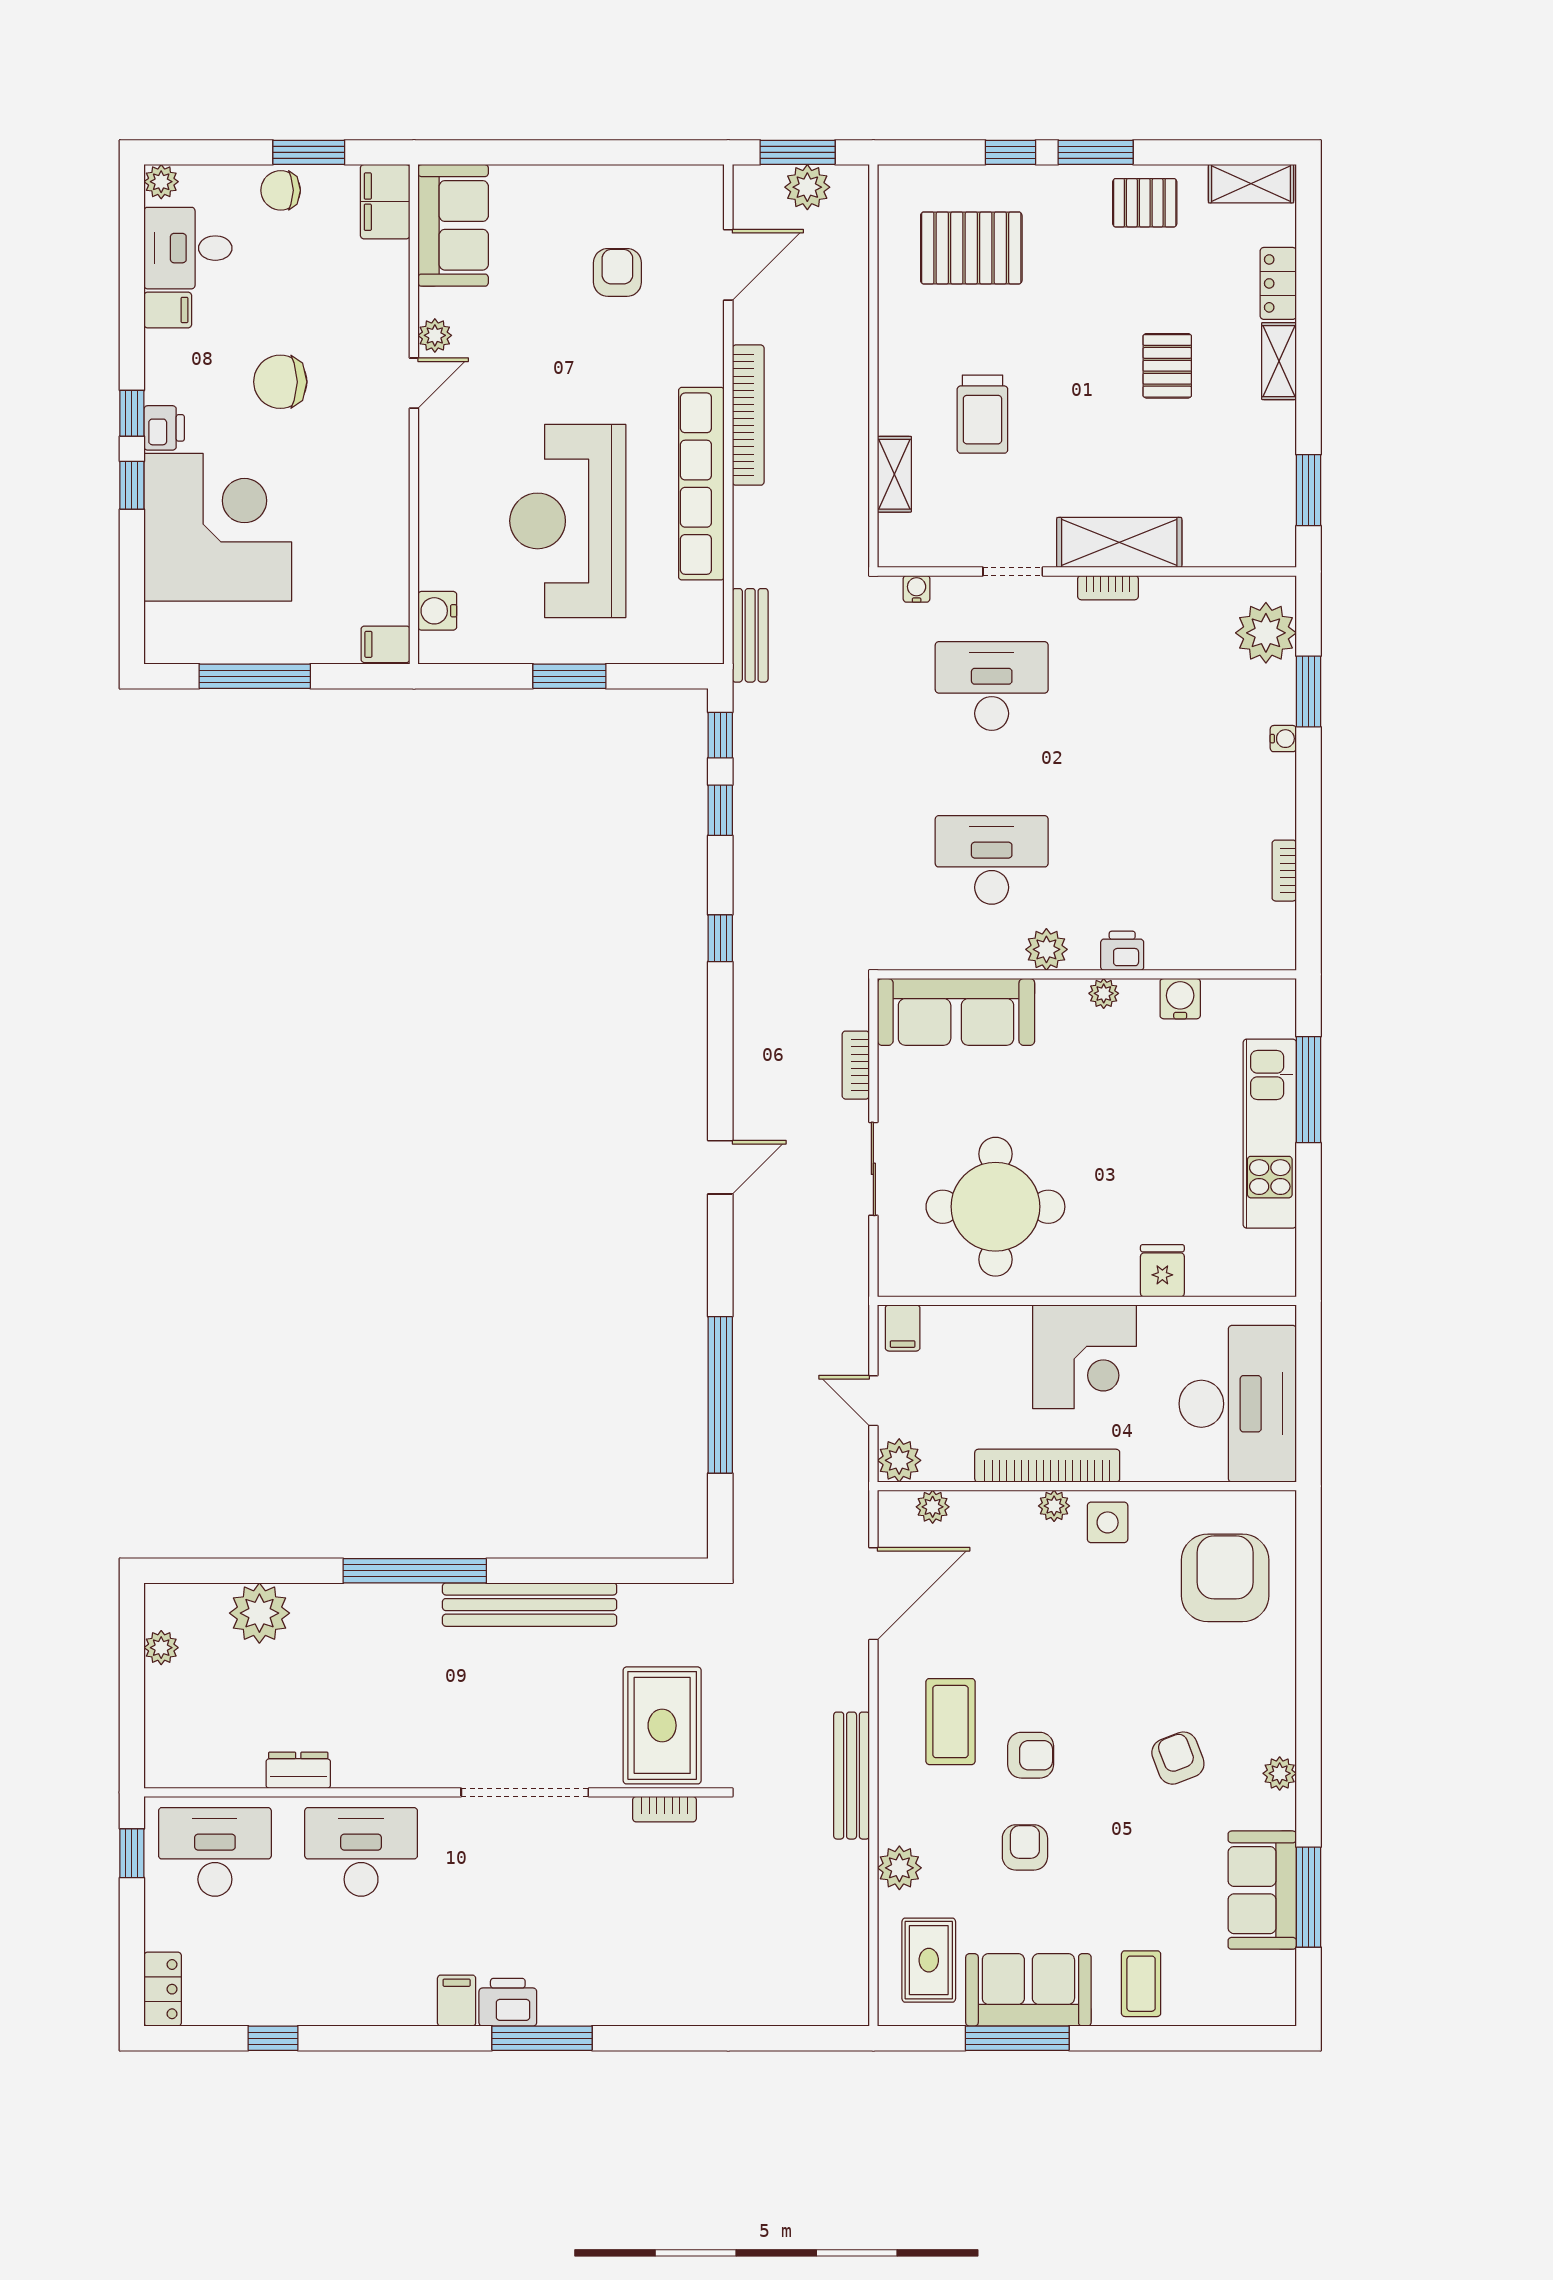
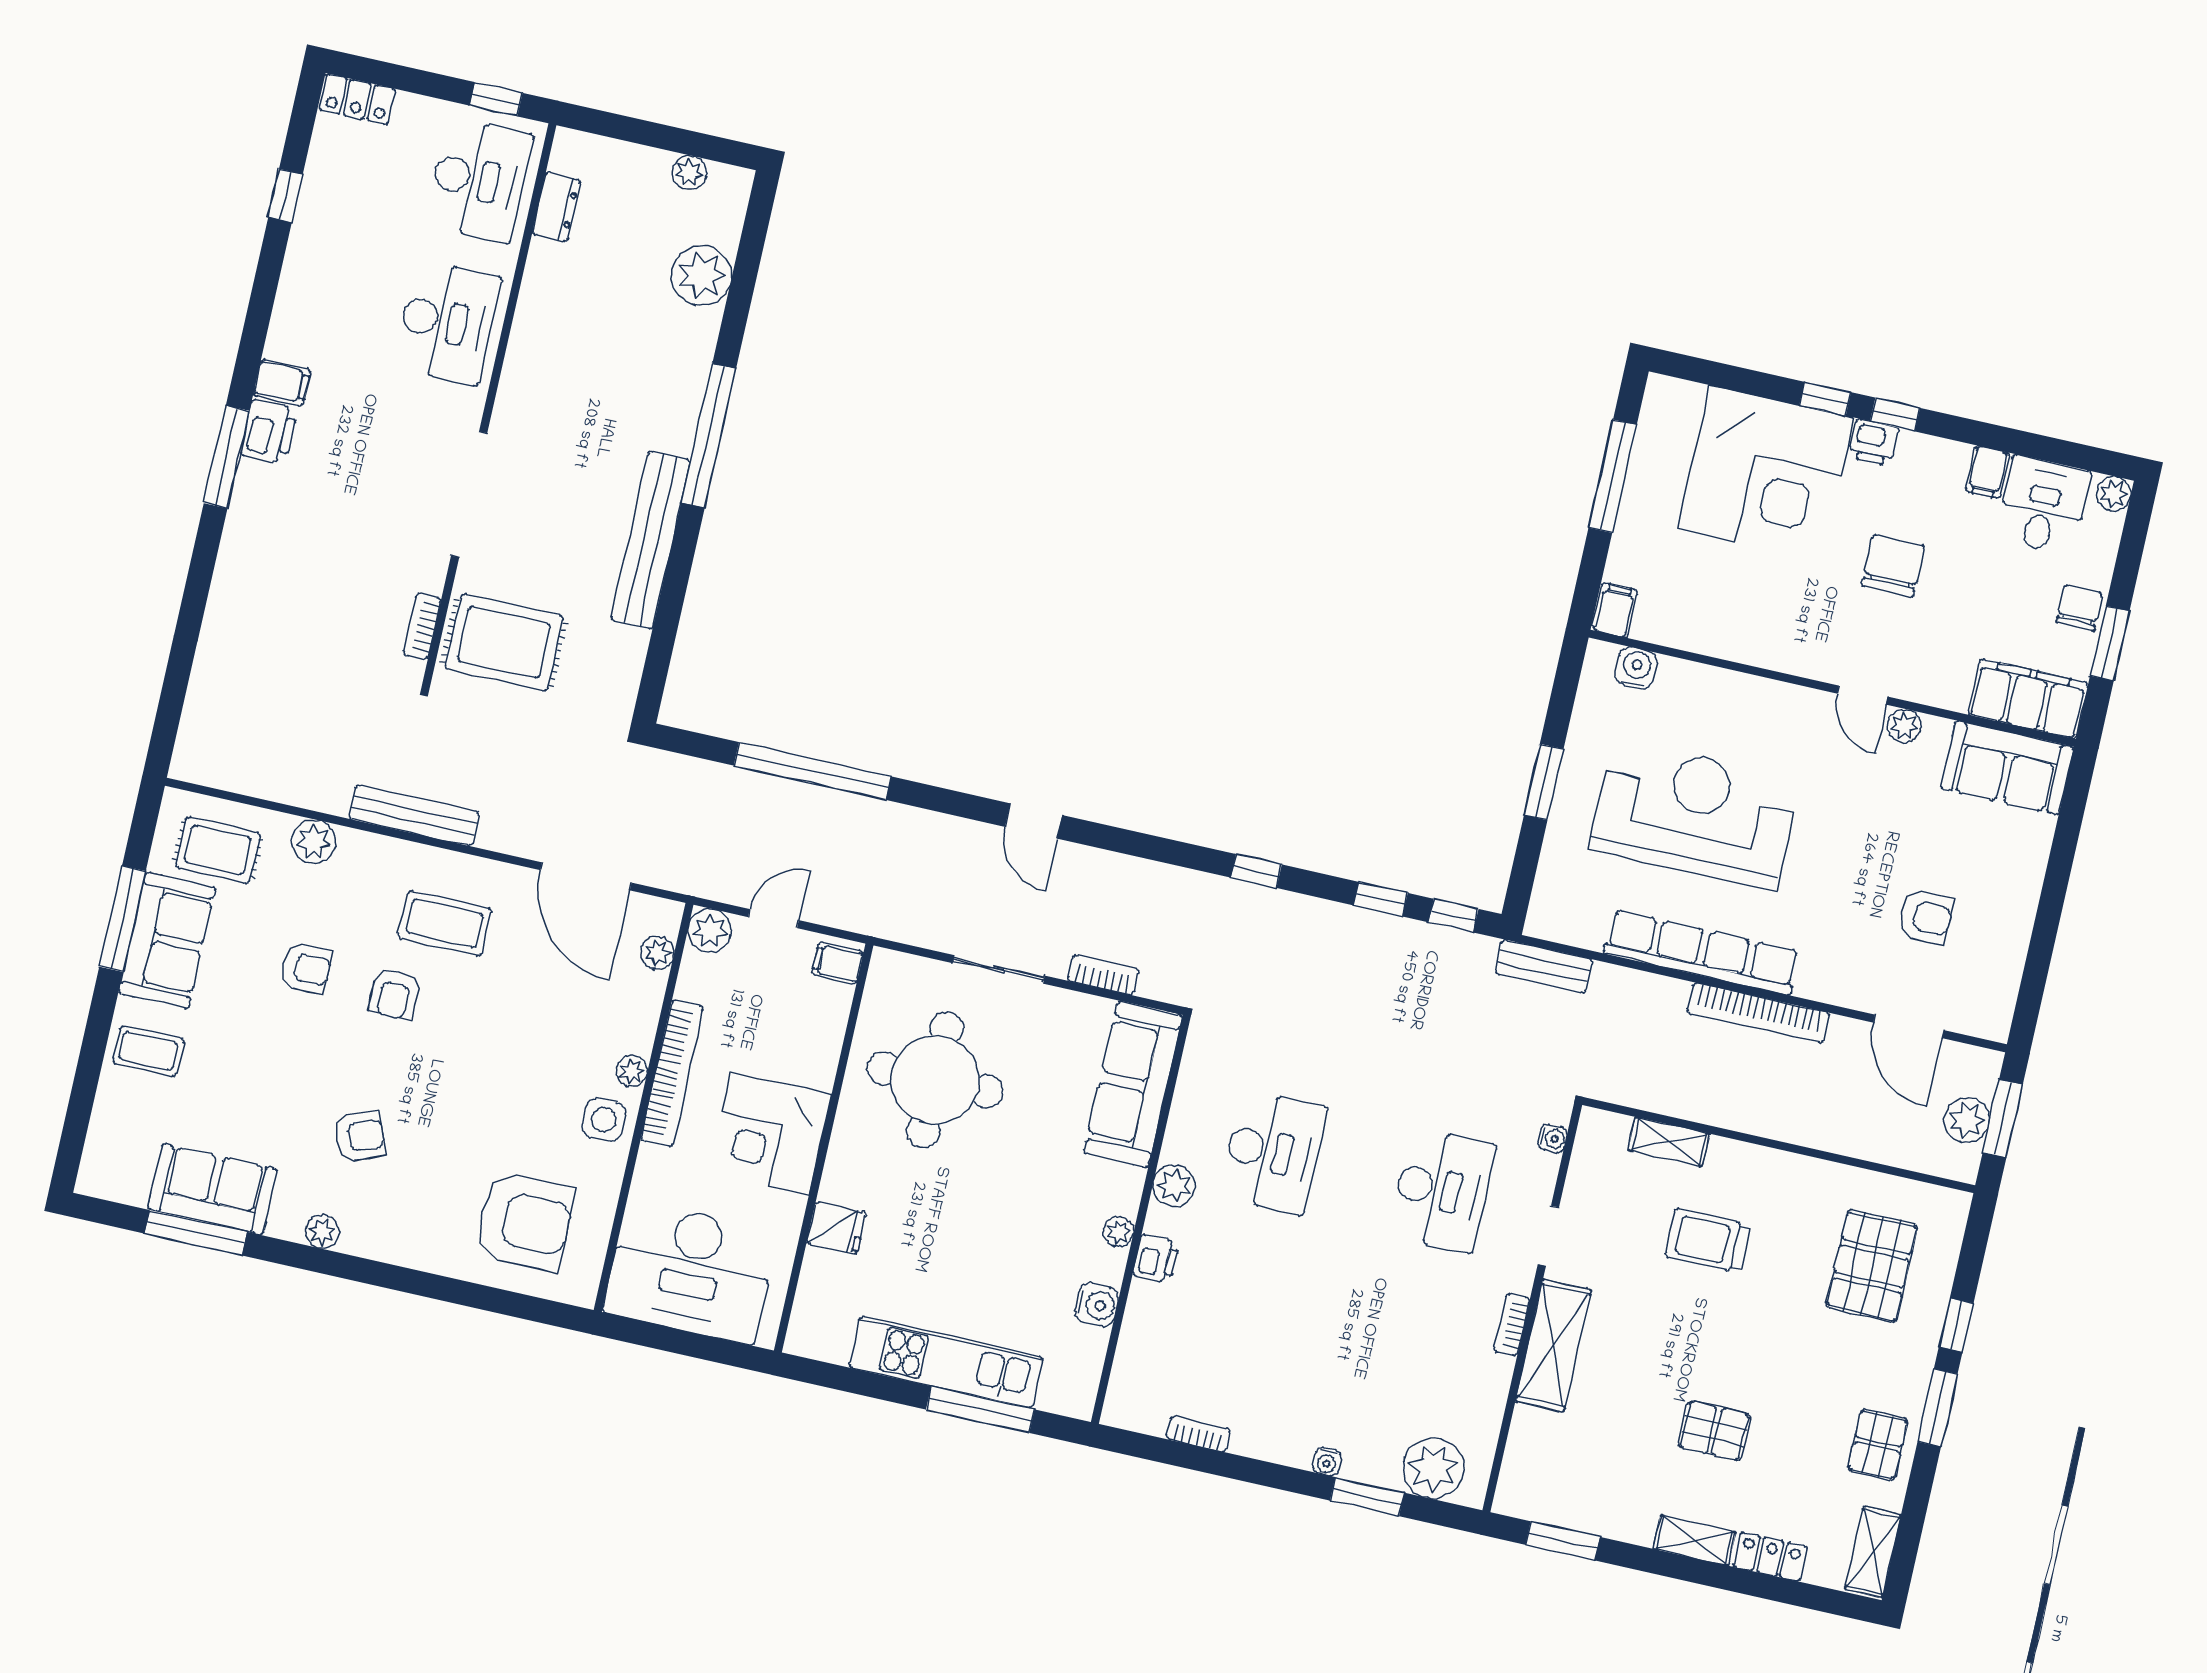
filing cabinet: (385, 202) -> (2028, 699), width x1.50, depth x1.17
dresser: (298, 1770) -> (556, 207), moved

